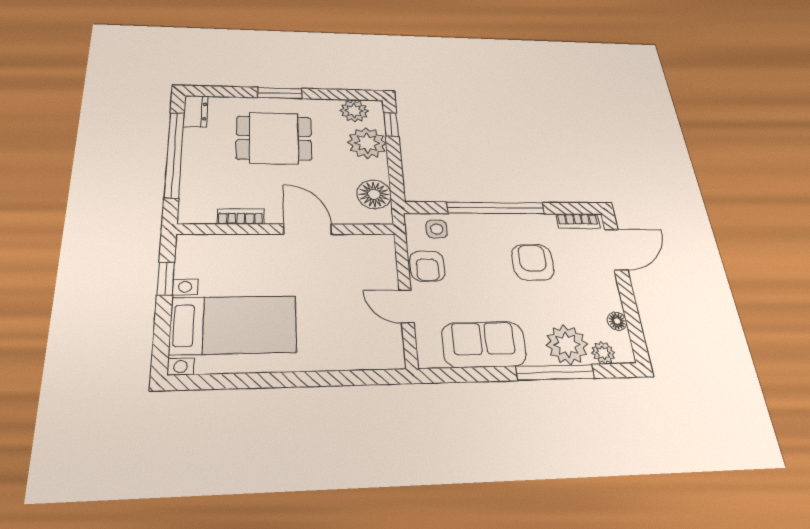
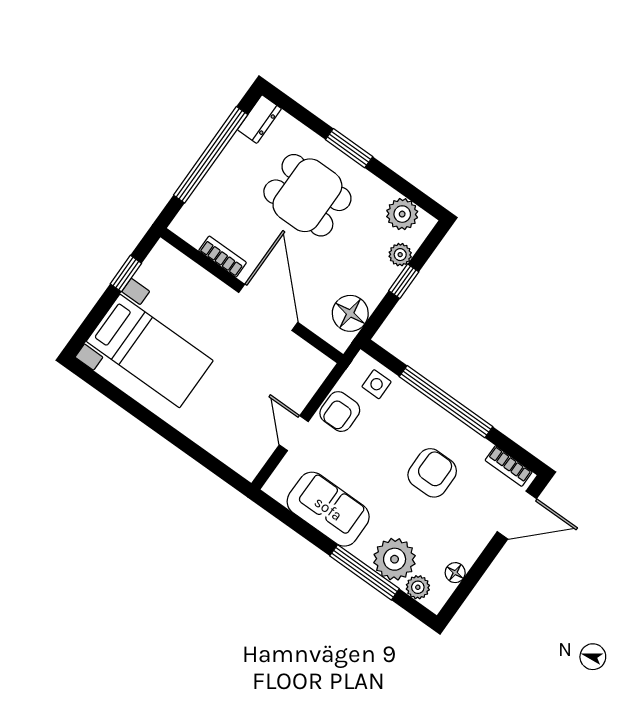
window: (391, 124) -> (404, 281), moved
plant: (367, 143) -> (400, 255), width x0.53, depth x0.53
door: (308, 229) -> (268, 307), width x1.36

